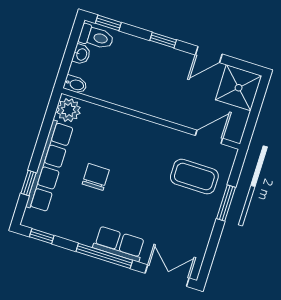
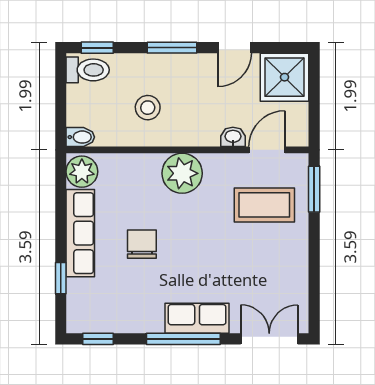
window: (163, 40) -> (172, 48), width x1.50
washbasin: (81, 54) -> (233, 137), moved, turned -90
stool: (131, 78) -> (148, 108), added
plant: (142, 134) -> (182, 173), added
row of seats: (49, 166) -> (80, 233), width x0.73
window: (226, 203) -> (314, 189), moved

